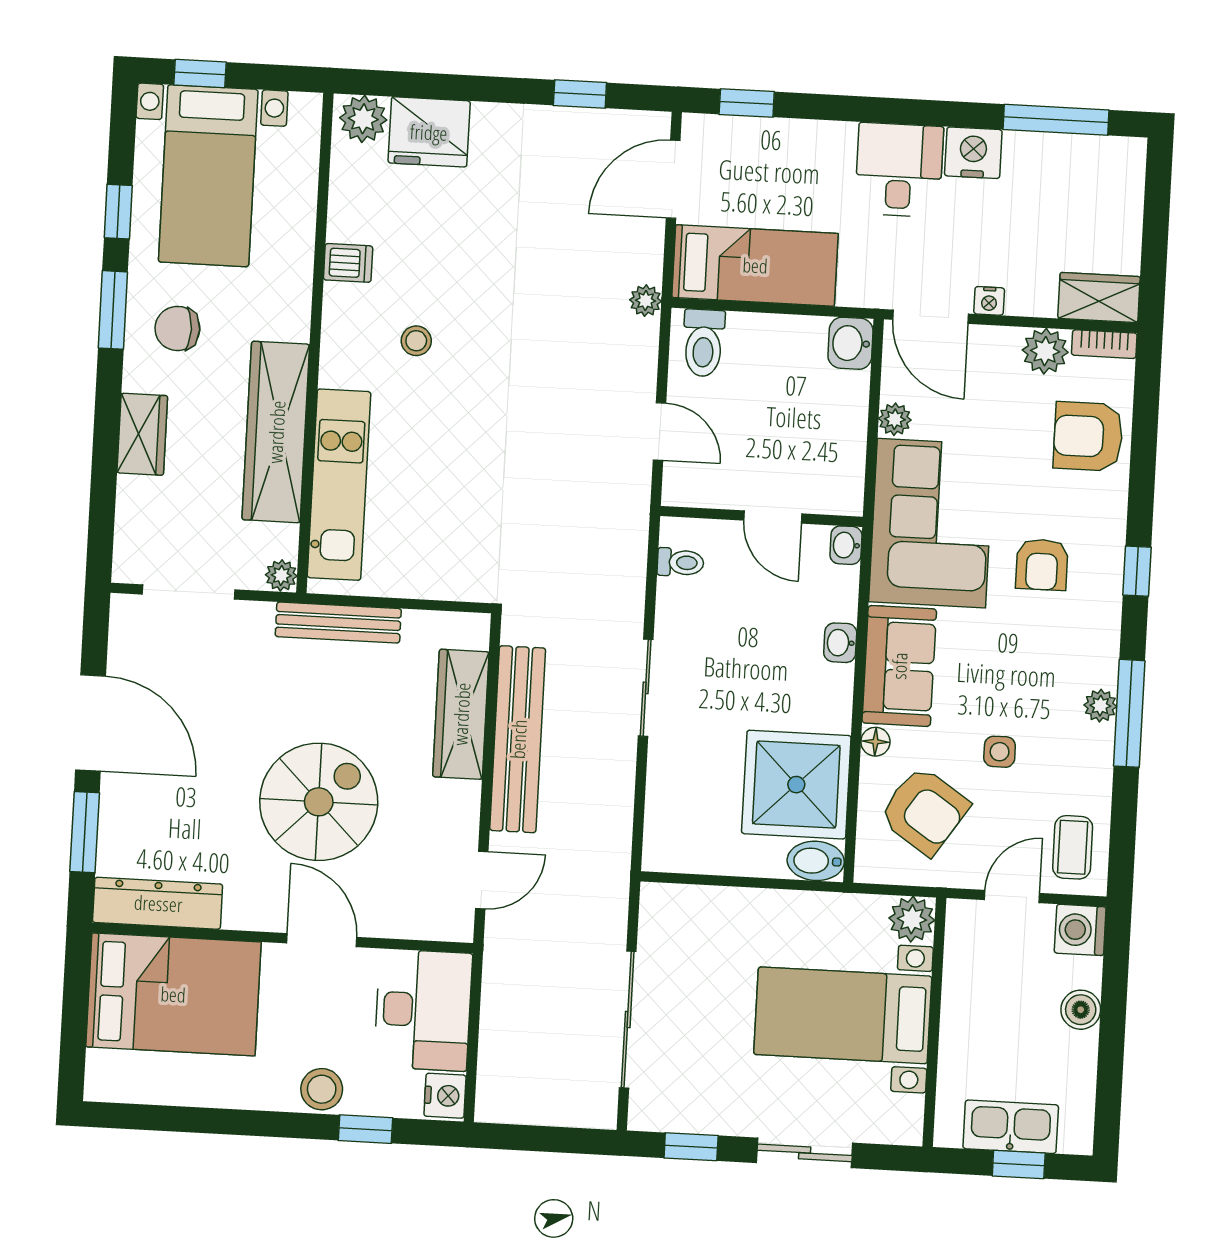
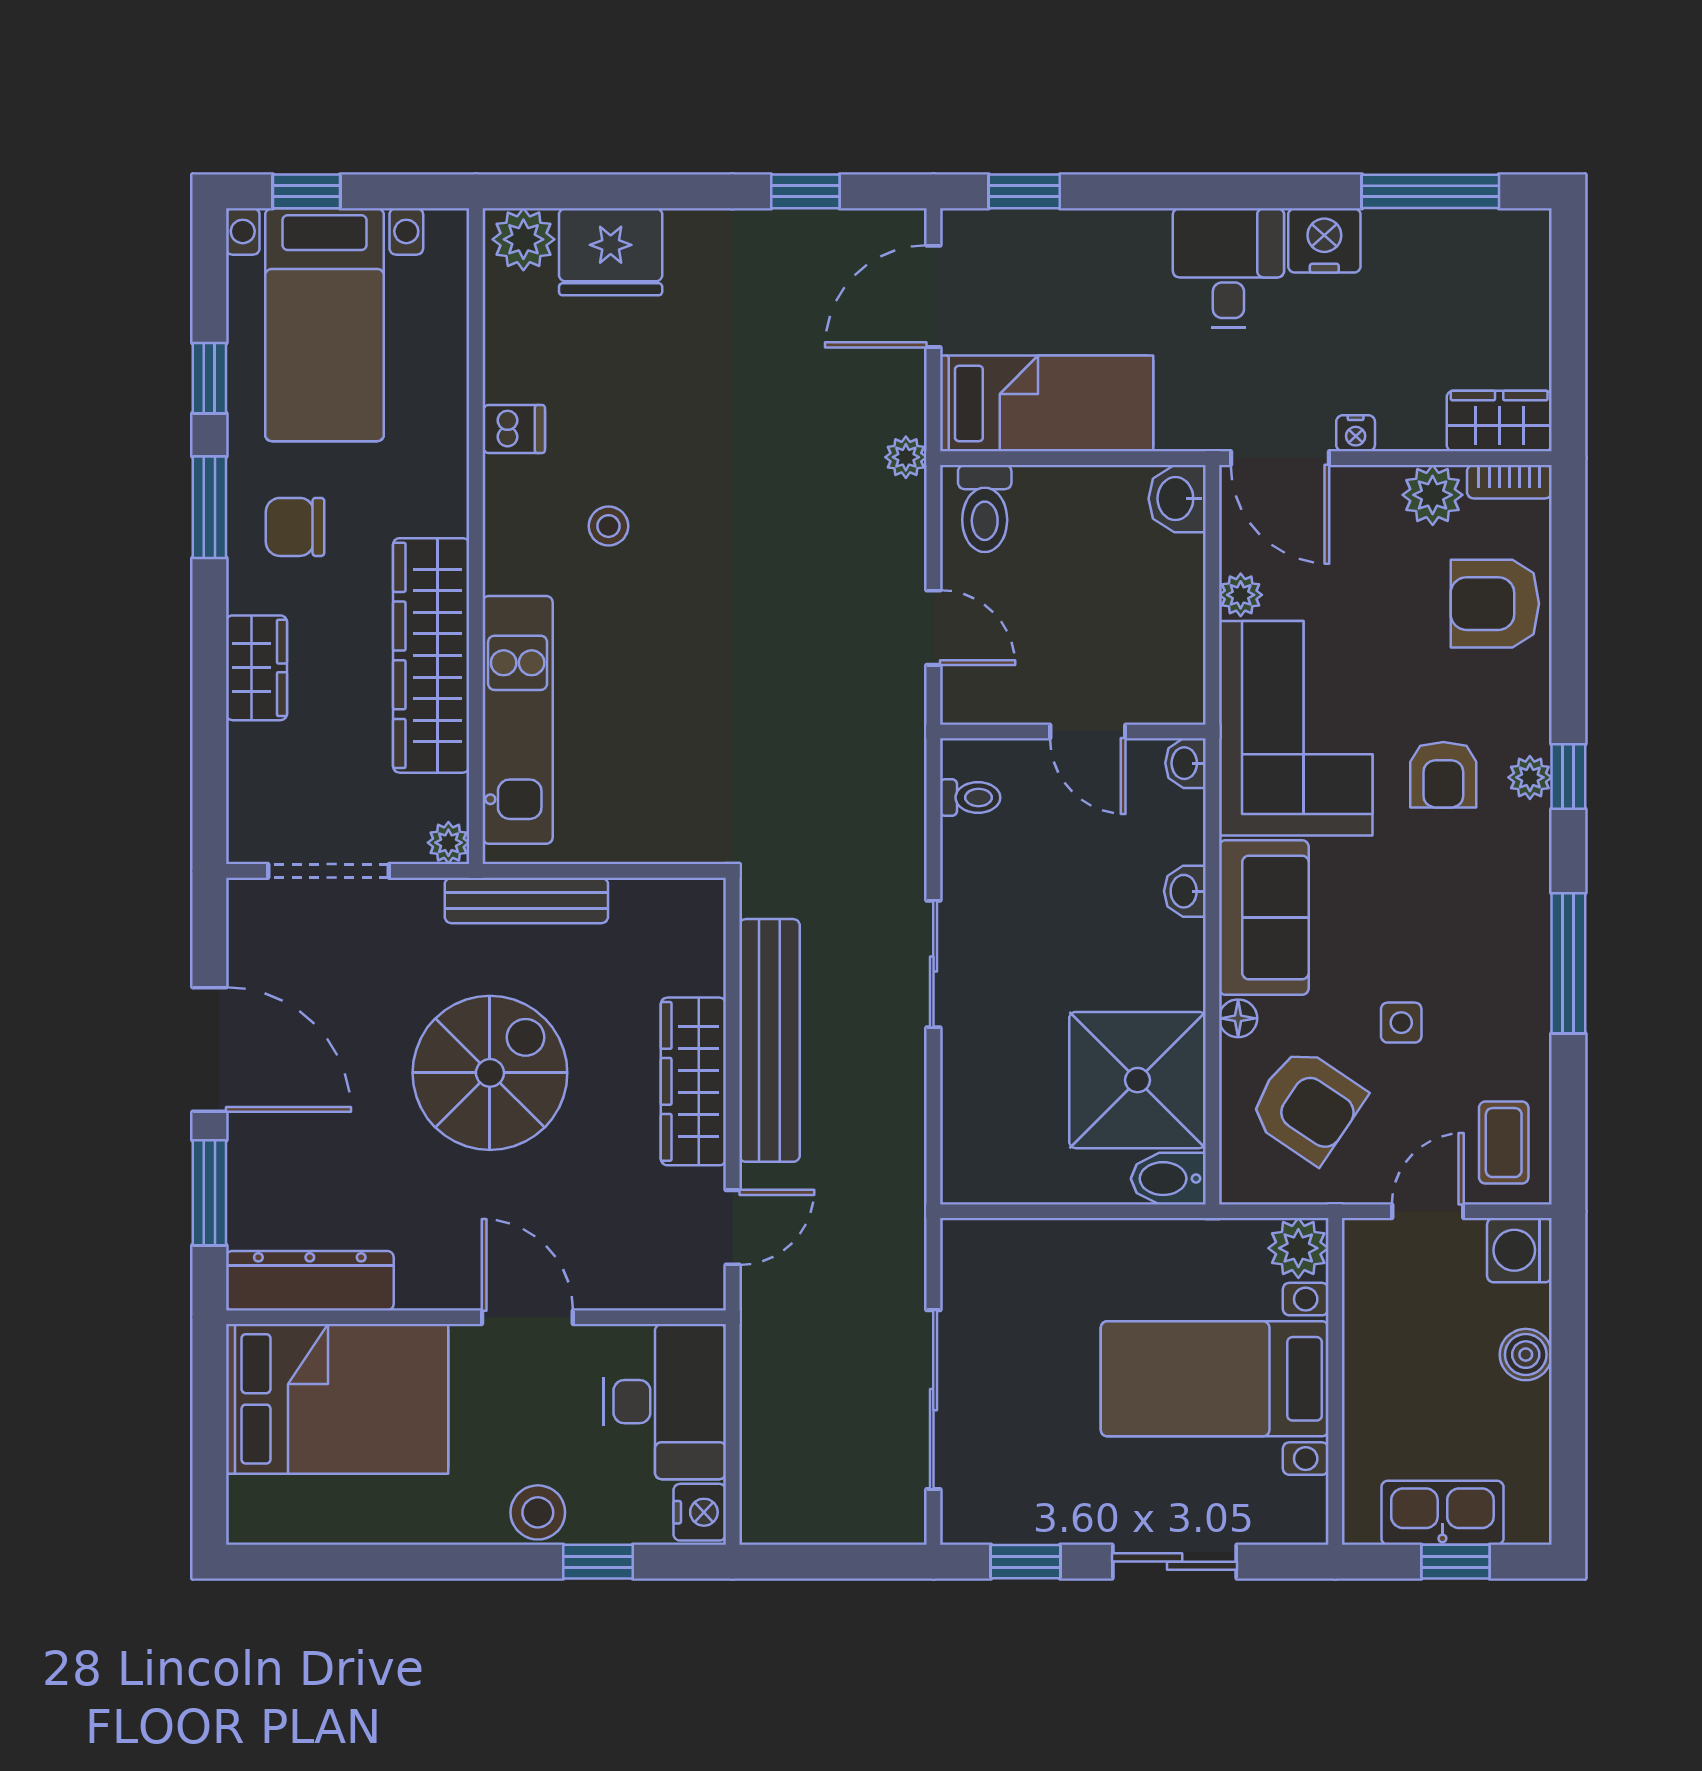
plant: (1100, 706) -> (1530, 777), moved
wardrobe: (461, 714) -> (693, 1081), moved
spiral stairs: (319, 802) -> (490, 1073), moved

